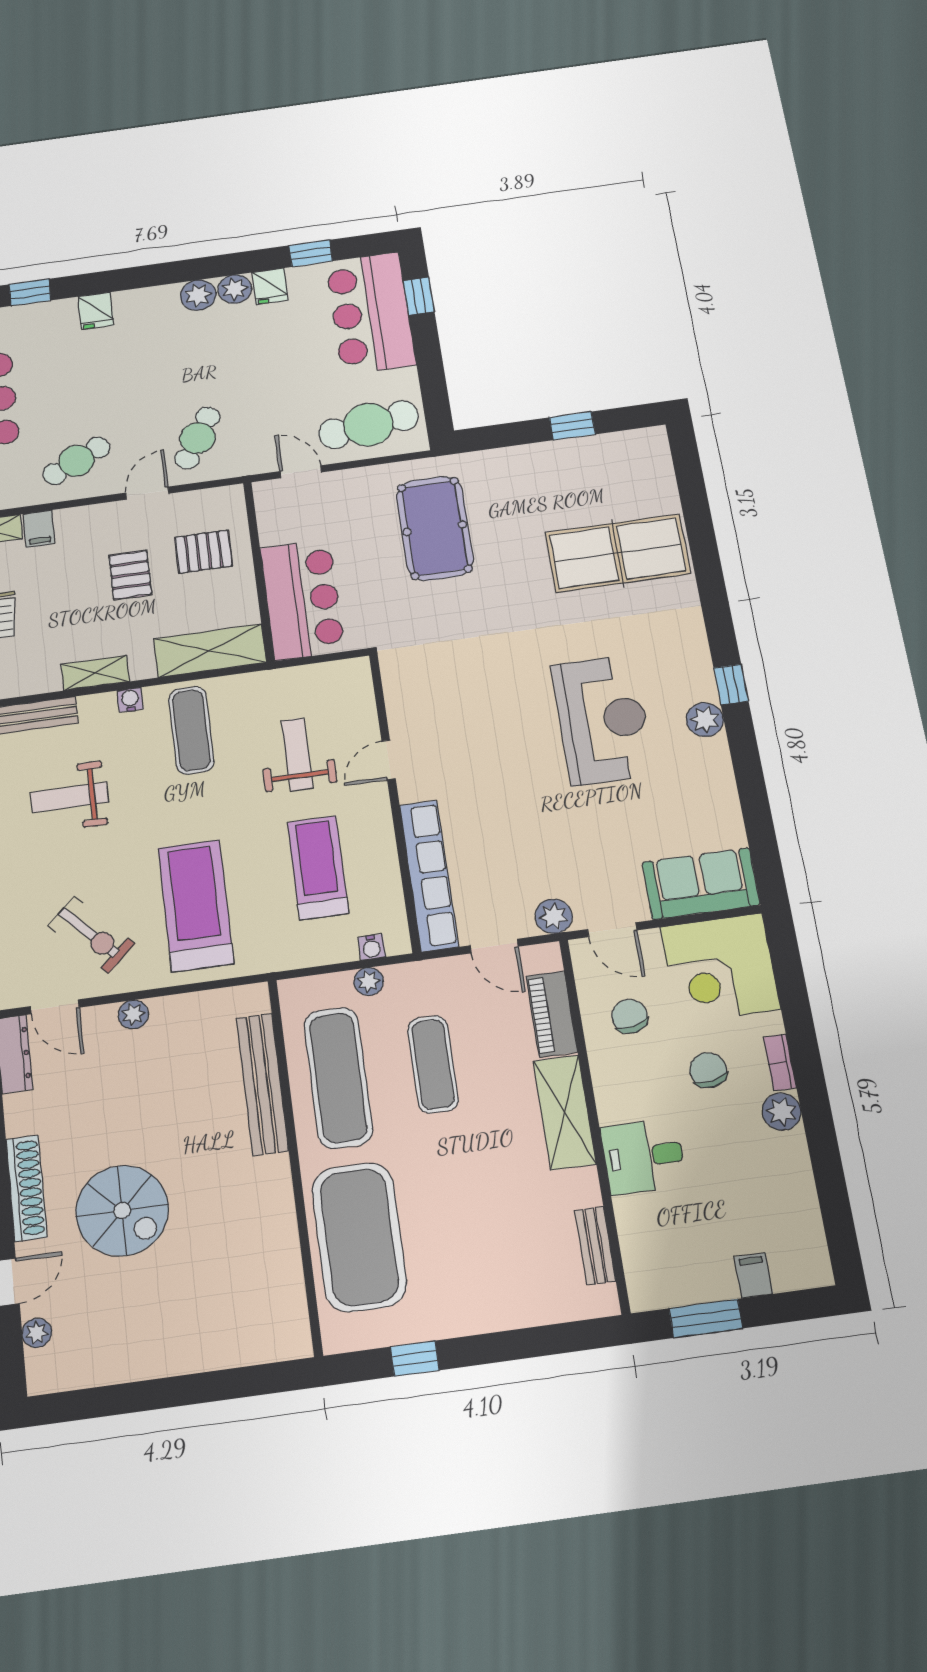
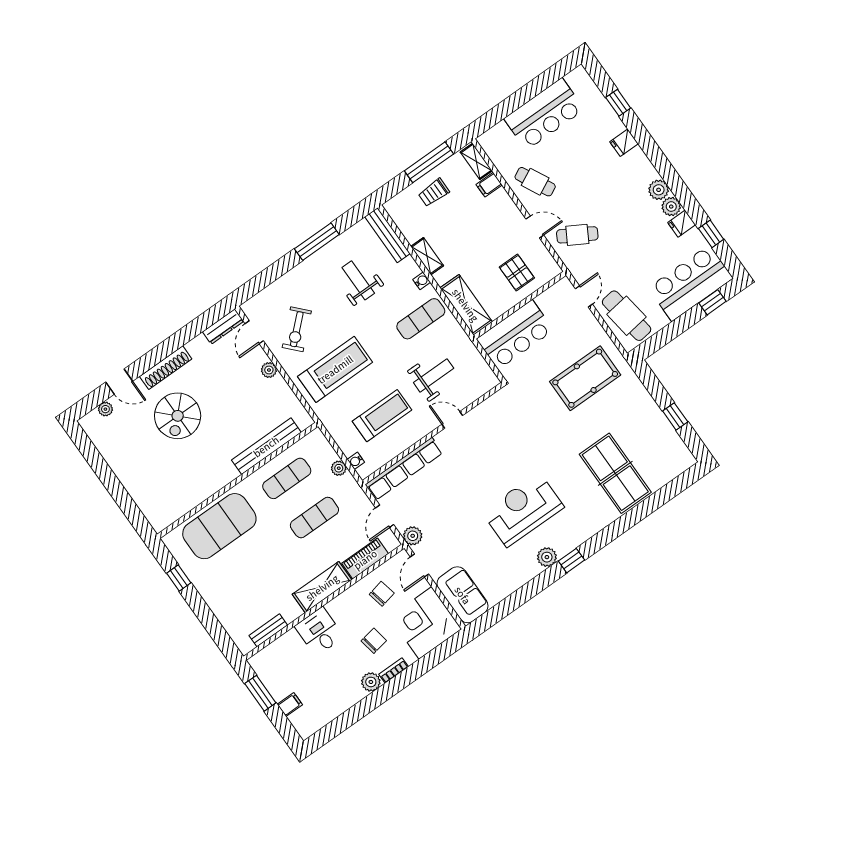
pallet: (130, 575) -> (487, 244), removed
reception desk: (603, 720) -> (523, 510), turned 180
exercise mat: (338, 1077) -> (287, 478), width x0.73, depth x0.69

